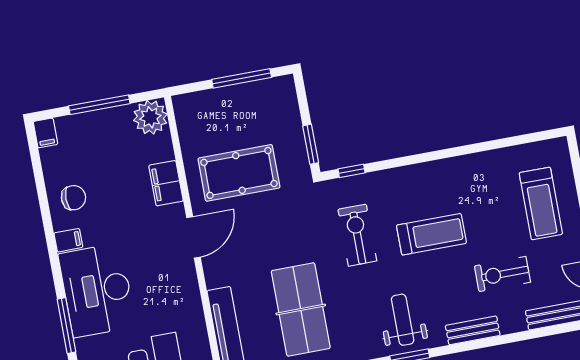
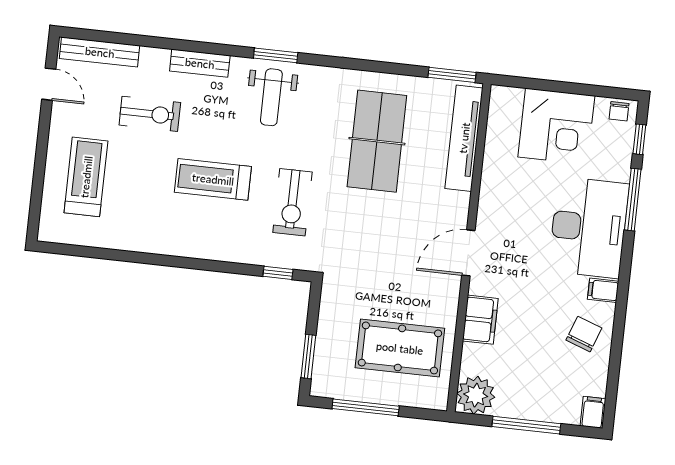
window: (311, 144) -> (308, 356), moved
pool table: (239, 173) -> (400, 348), moved
chair: (73, 198) -> (584, 334), turned 110

